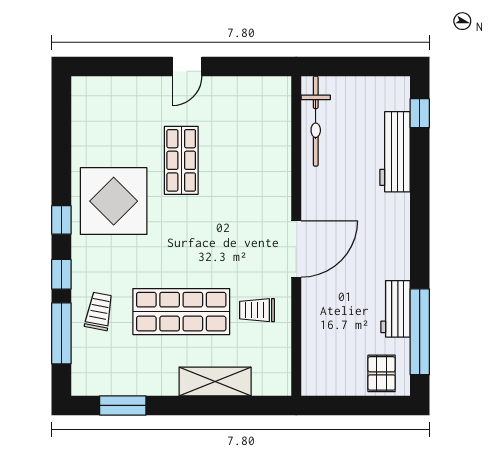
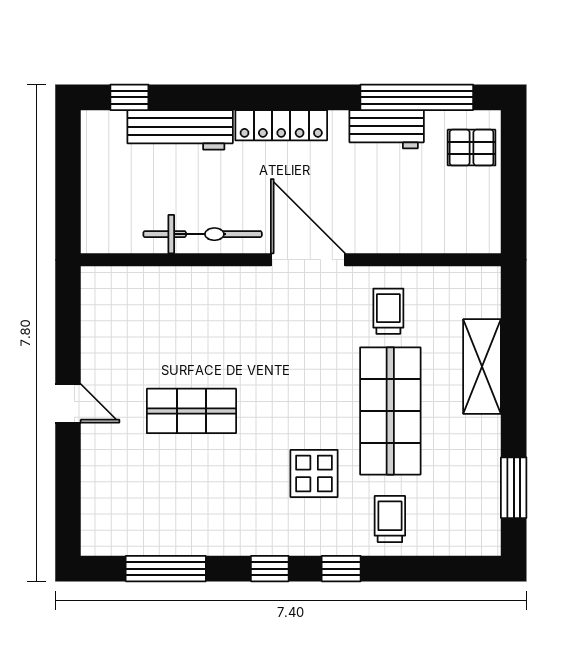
bicycle: (316, 121) -> (203, 234), moved
display table: (114, 201) -> (314, 473), moved, width x0.54, depth x0.54
locker: (398, 229) -> (281, 125), added
trolley: (257, 310) -> (388, 311), turned 180
trolley: (99, 311) -> (390, 519), turned 79
window: (61, 333) -> (166, 569), moved

